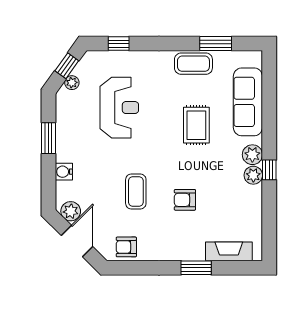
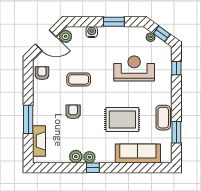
reception desk: (119, 108) -> (134, 68), turned 180
rug: (196, 125) -> (122, 120), width x1.36, depth x1.43
plant: (252, 155) -> (76, 157), moved
window: (196, 268) -> (28, 119), width x1.44

